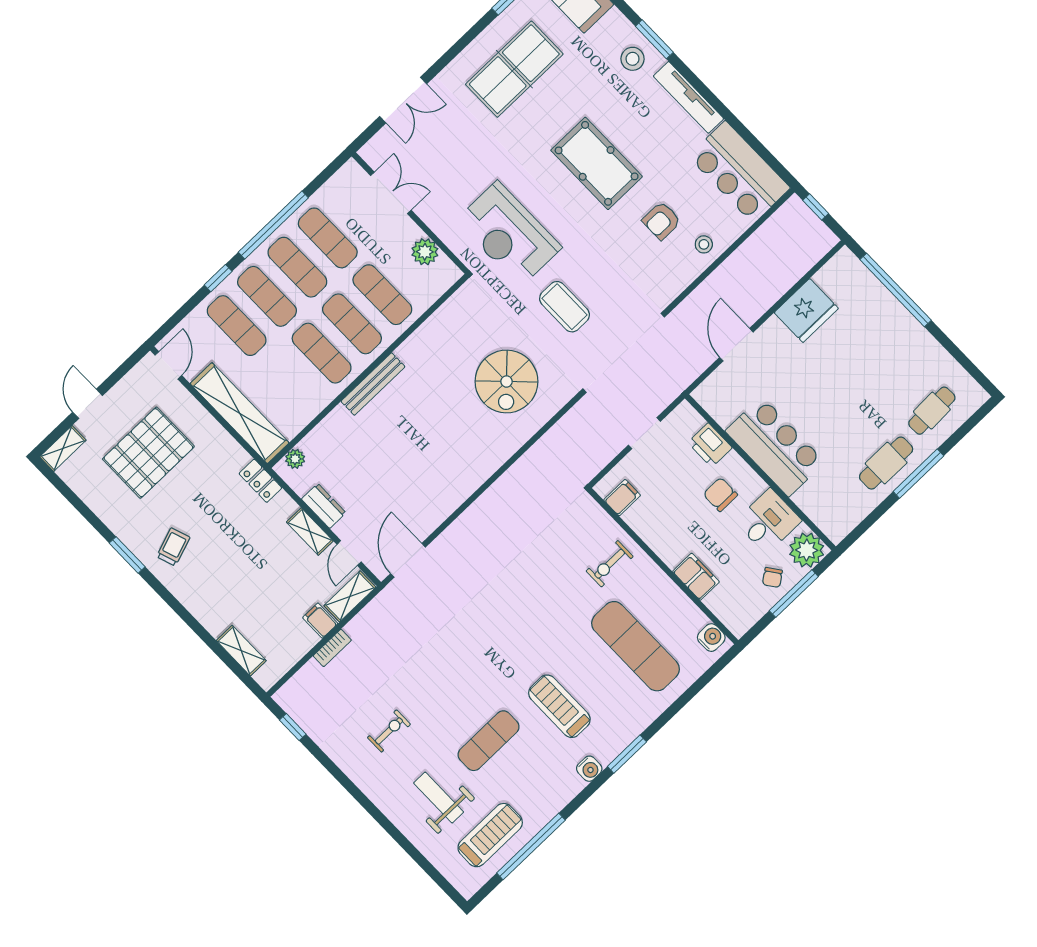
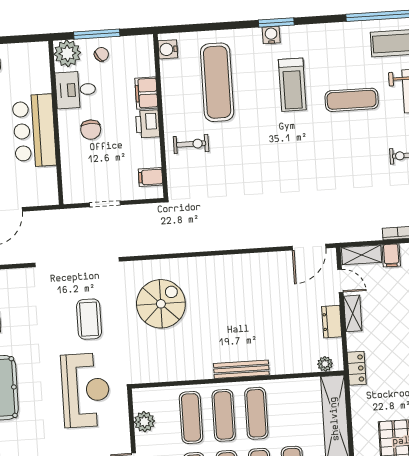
printer: (710, 445) -> (148, 124), moved, turned 180
door: (349, 553) -> (340, 281), hinge flipped
water cooler: (589, 769) -> (271, 35), moved

